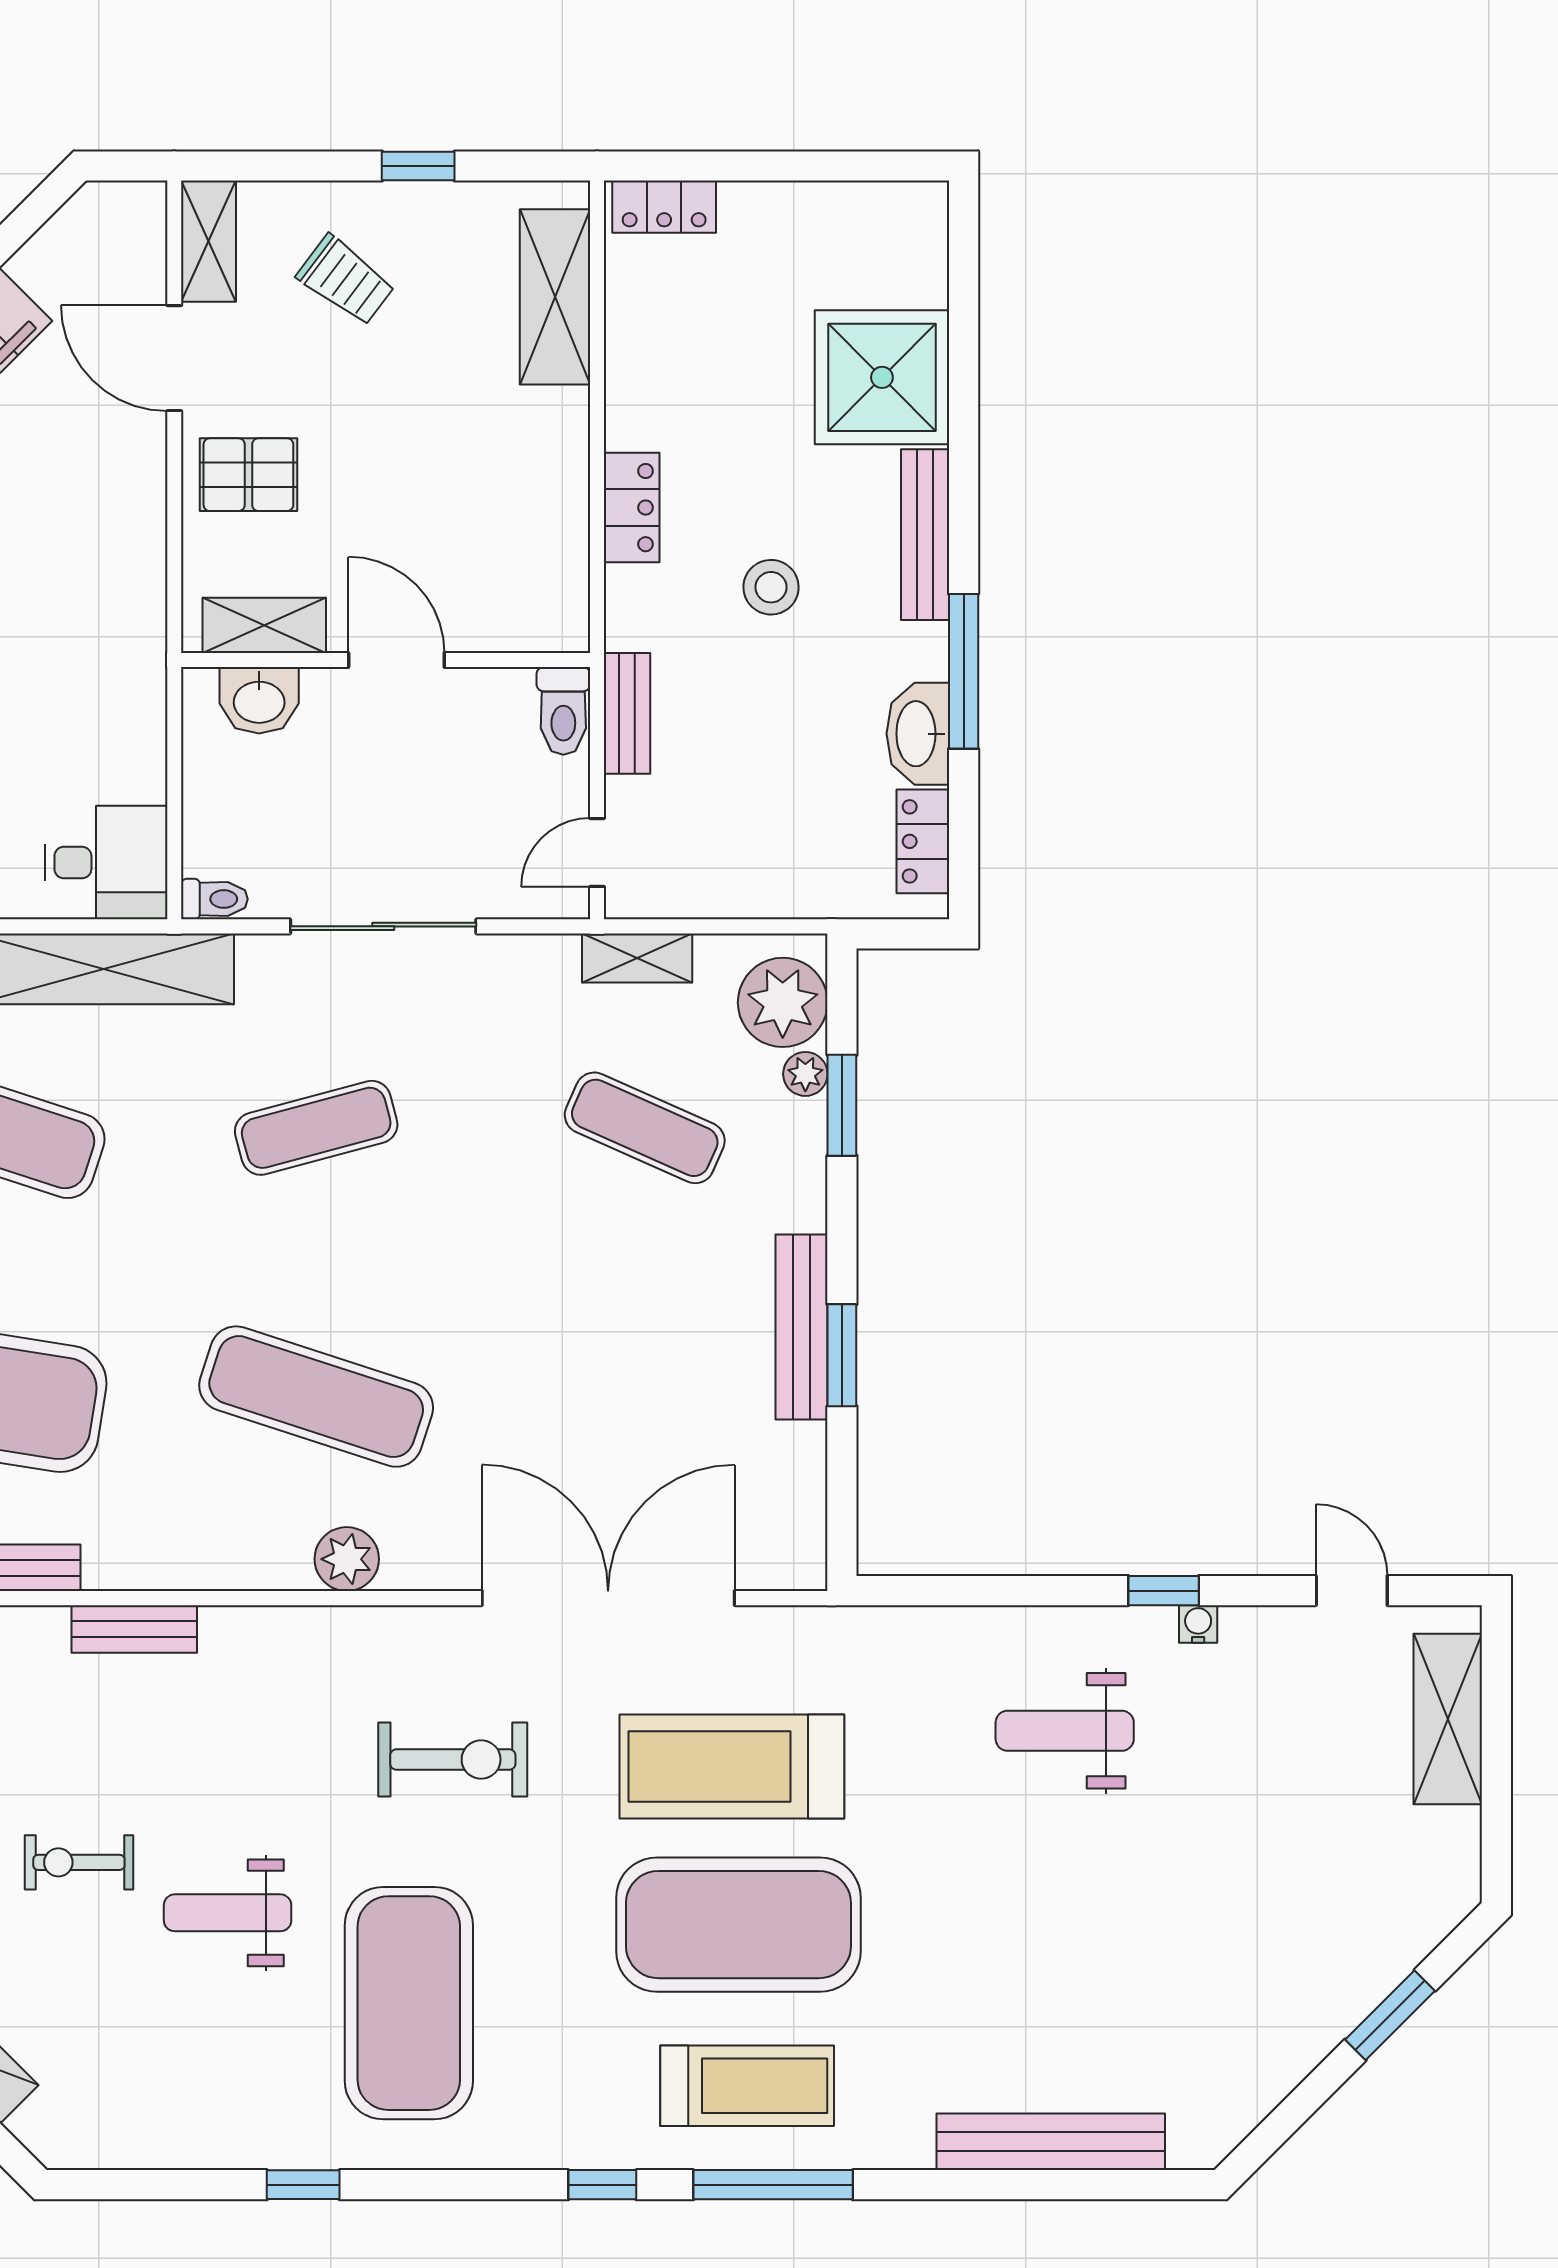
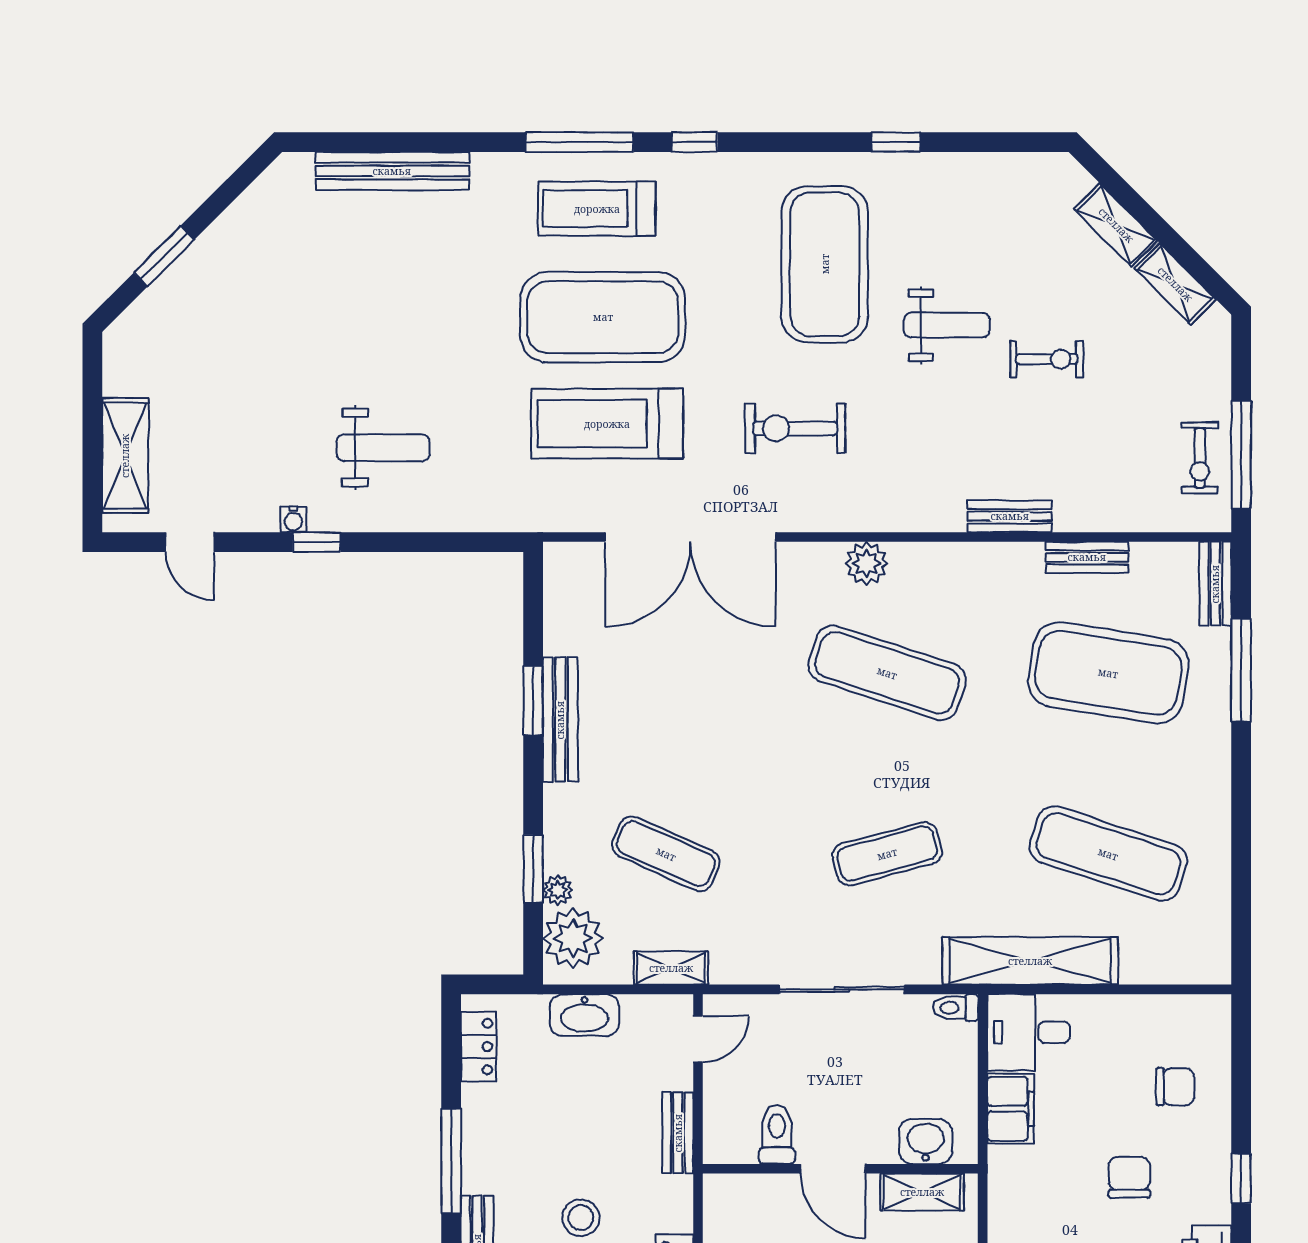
toilet: (563, 711) -> (777, 1134), moved
washbasin: (918, 734) -> (584, 1015), moved, turned 90
filing cabinet: (133, 749) -> (1011, 1109), added
treadmill: (732, 1766) -> (607, 424), turned 180

